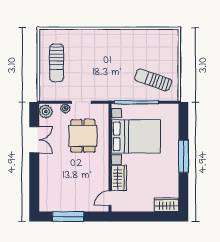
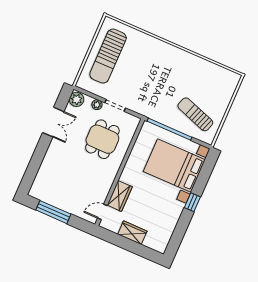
sun lounger: (57, 63) -> (108, 56), width x1.36, depth x1.34
bed with nightstands: (136, 136) -> (174, 166), moved, turned 180
window: (183, 156) -> (192, 202), width x0.46
wardrobe: (167, 205) -> (132, 233), moved

